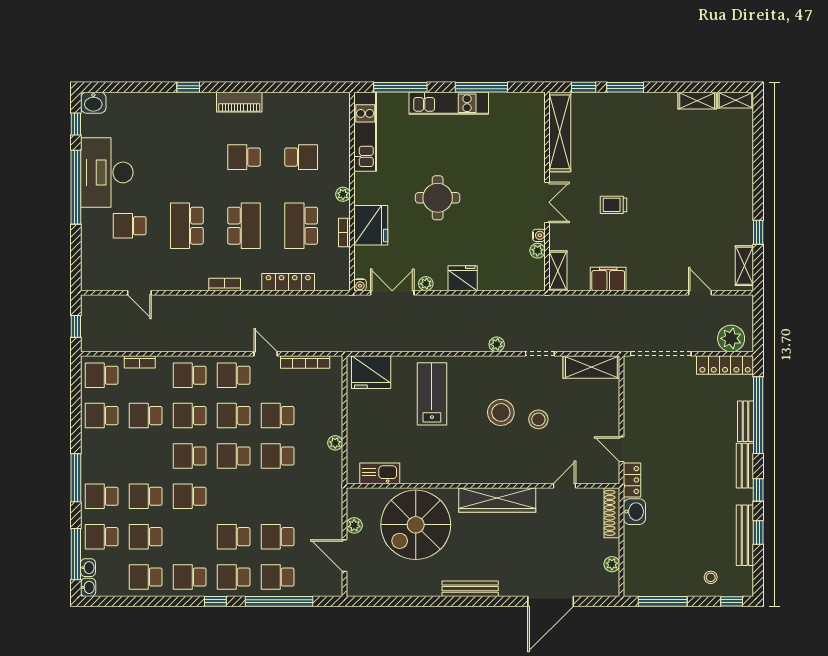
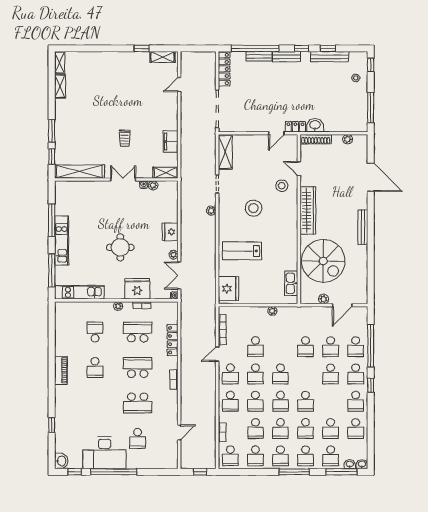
window: (188, 87) -> (52, 425), moved
school desk: (301, 226) -> (138, 332), turned 180
plant: (731, 338) -> (208, 65), removed
stool: (538, 419) -> (282, 186), moved
school desk: (102, 456) -> (280, 456), added
school desk: (146, 456) -> (280, 429), added
school desk: (278, 456) -> (306, 347), moved

